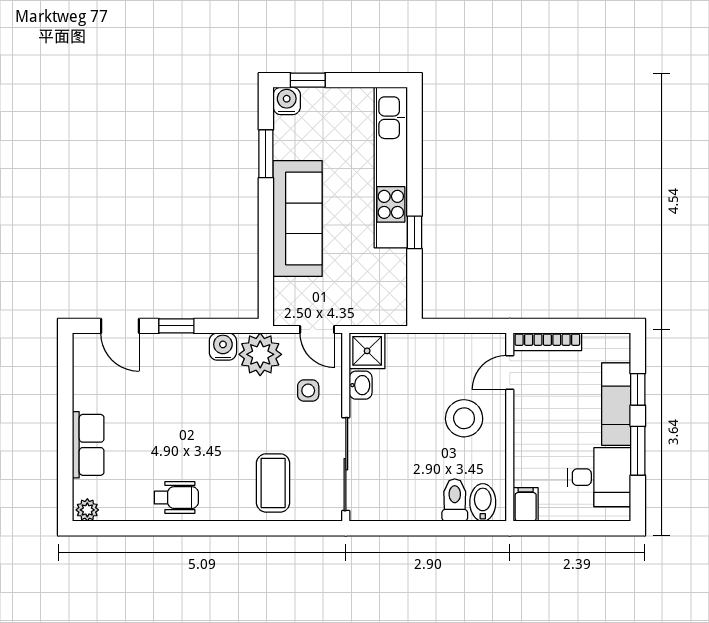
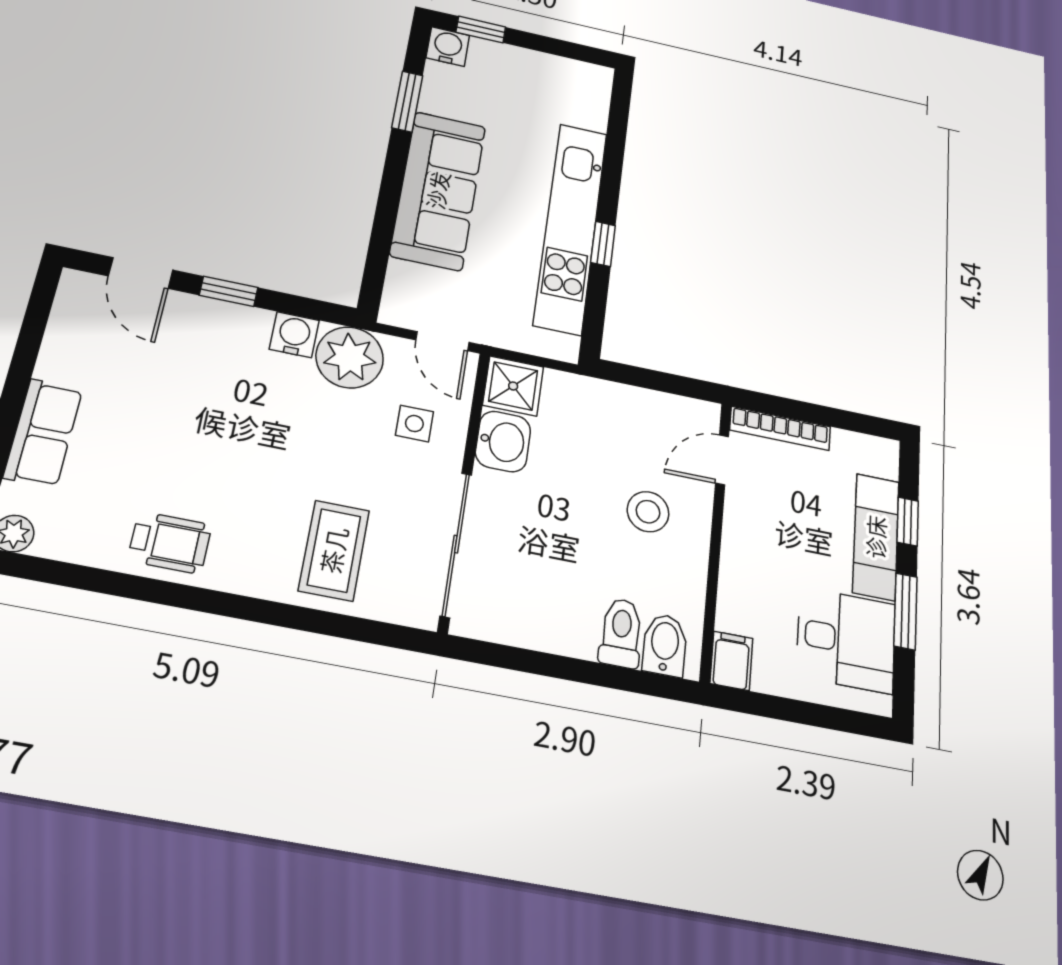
kitchen unit: (391, 167) -> (571, 227), moved
washbasin: (361, 385) -> (503, 441), width x1.38, depth x1.45
stool: (464, 418) -> (648, 512), width x0.73, depth x0.73

